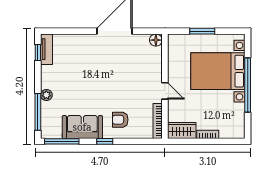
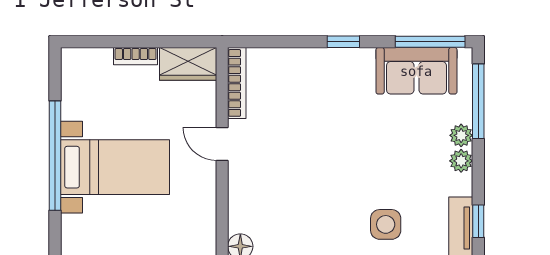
side table: (84, 51) -> (386, 224), added
bed with nightstands: (218, 71) -> (115, 167), width x0.73
plant: (46, 82) -> (461, 161), added
armchair: (120, 120) -> (312, 86), removed
sofa: (82, 127) -> (416, 71), moved

